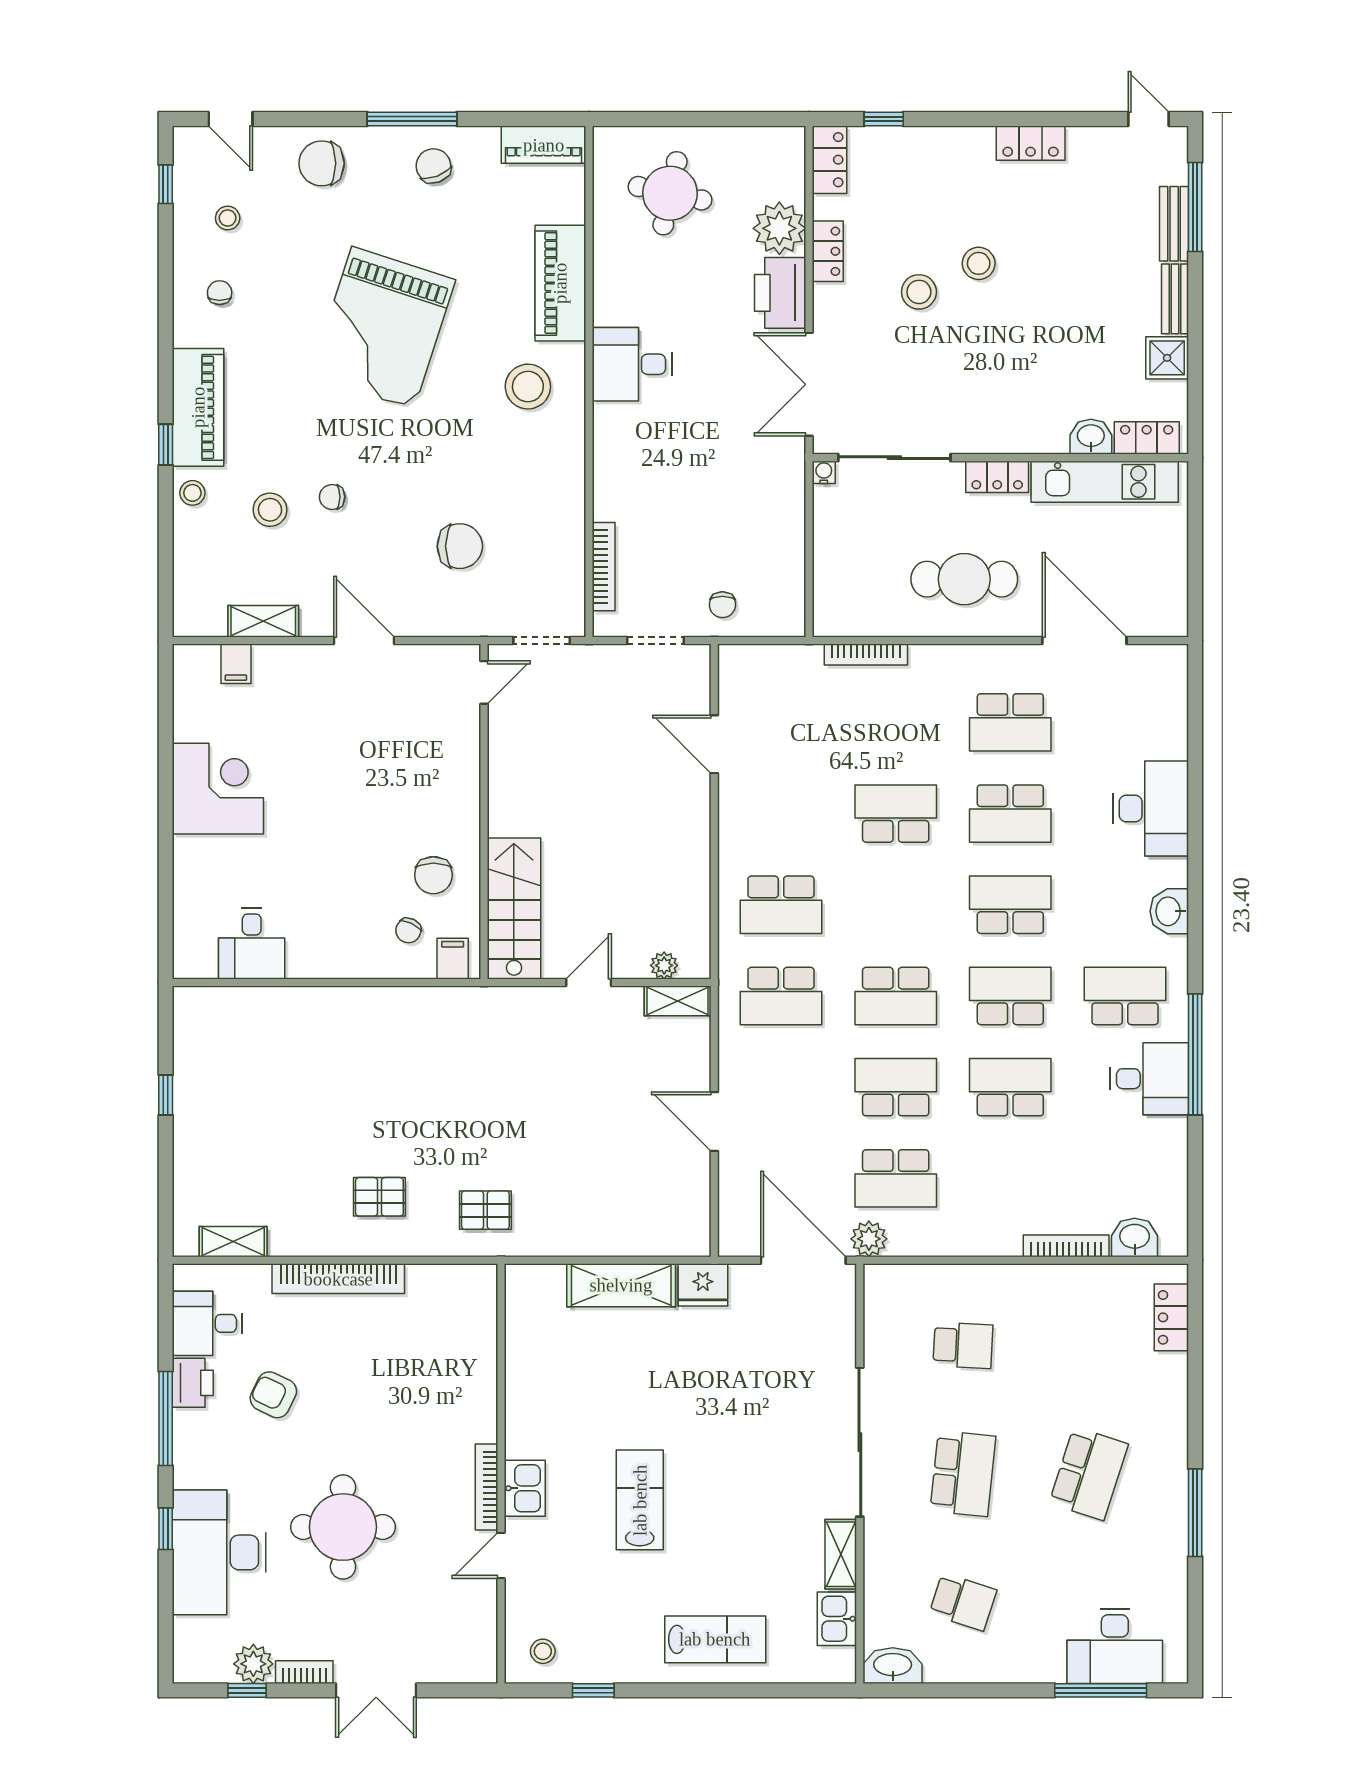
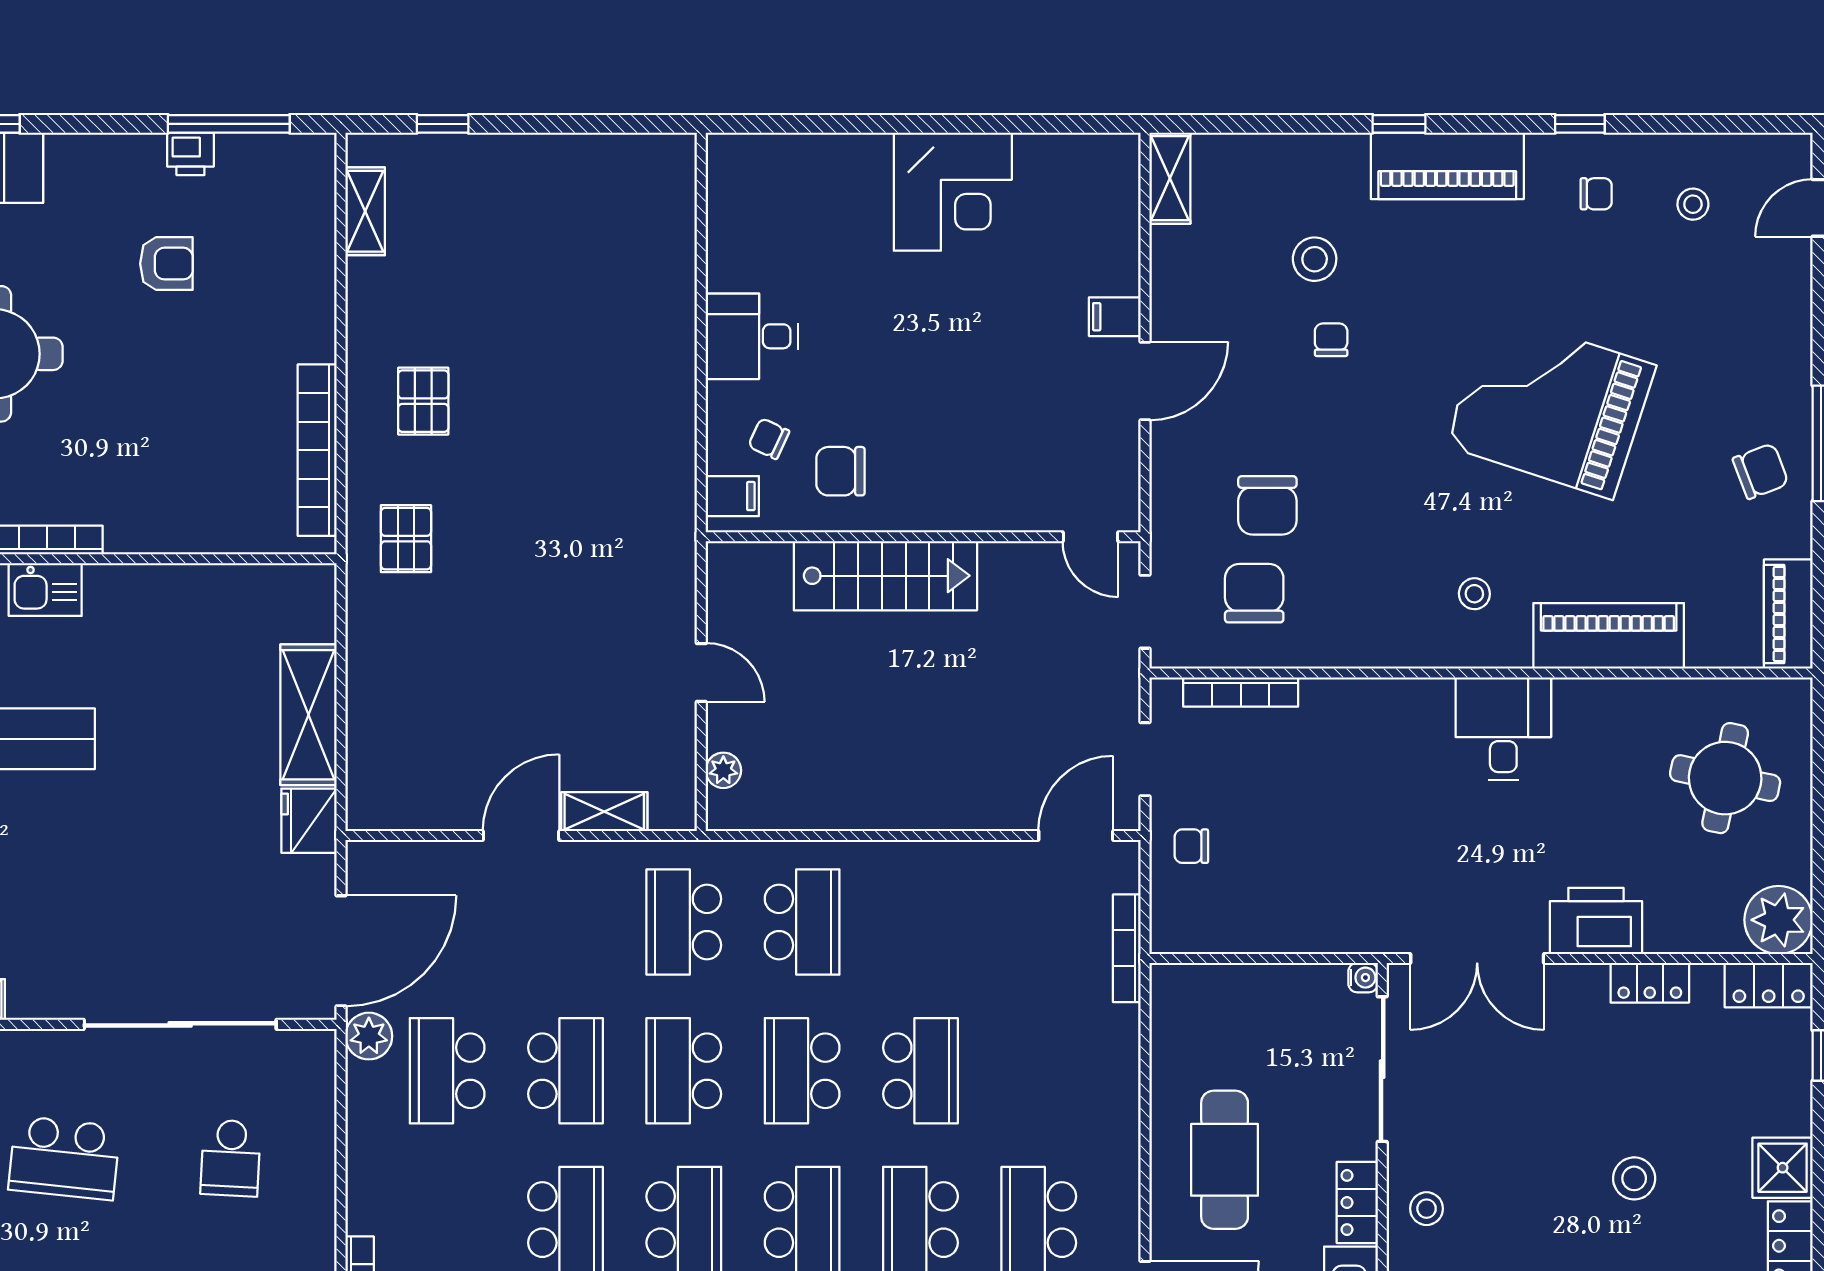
shower: (970, 149) -> (1783, 1168), added
chair: (322, 163) -> (1254, 593), moved
window: (166, 184) -> (1580, 124), moved
plant: (779, 228) -> (1779, 920), moved
stool: (919, 292) -> (1427, 1209), moved, width x0.73, depth x0.73
double door: (809, 384) -> (1477, 958), swing flipped
stool: (528, 387) -> (1474, 594), width x0.53, depth x0.53
stool: (192, 493) -> (1336, 159), removed
shelving: (263, 621) -> (1170, 178), moved
bookcase: (866, 654) -> (1127, 948), moved
filing cabinet: (236, 664) -> (1115, 317), moved
door: (714, 744) -> (1076, 835), moved
school desk: (781, 905) -> (802, 922), turned 180
school desk: (896, 905) -> (802, 1071), added
stairs: (514, 909) -> (885, 576), moved
desk: (252, 944) -> (752, 336), moved
shelving: (678, 1001) -> (604, 812), moved, turned 90
window: (166, 1095) -> (443, 124), moved
bookcase: (338, 1279) -> (317, 450), moved
desk: (207, 1323) -> (259, 178), removed
printer: (193, 1383) -> (190, 154), width x0.73, depth x0.81
armchair: (273, 1395) -> (166, 264), turned 64
window: (166, 1418) -> (229, 124), moved
sliding door: (860, 1442) -> (180, 1024), moved

